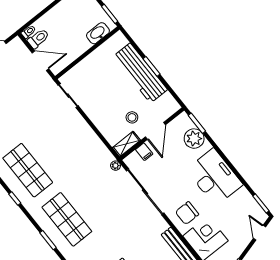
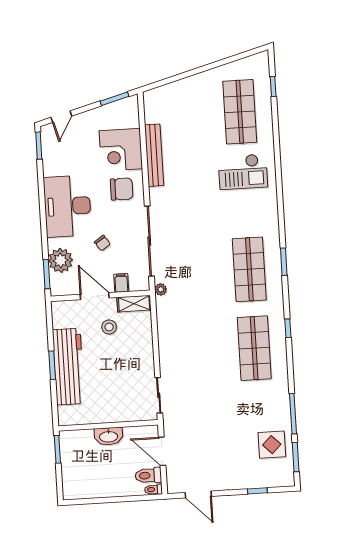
washbasin: (98, 33) -> (109, 436), moved
door: (155, 131) -> (95, 296), hinge flipped
chair: (175, 169) -> (102, 243), added

